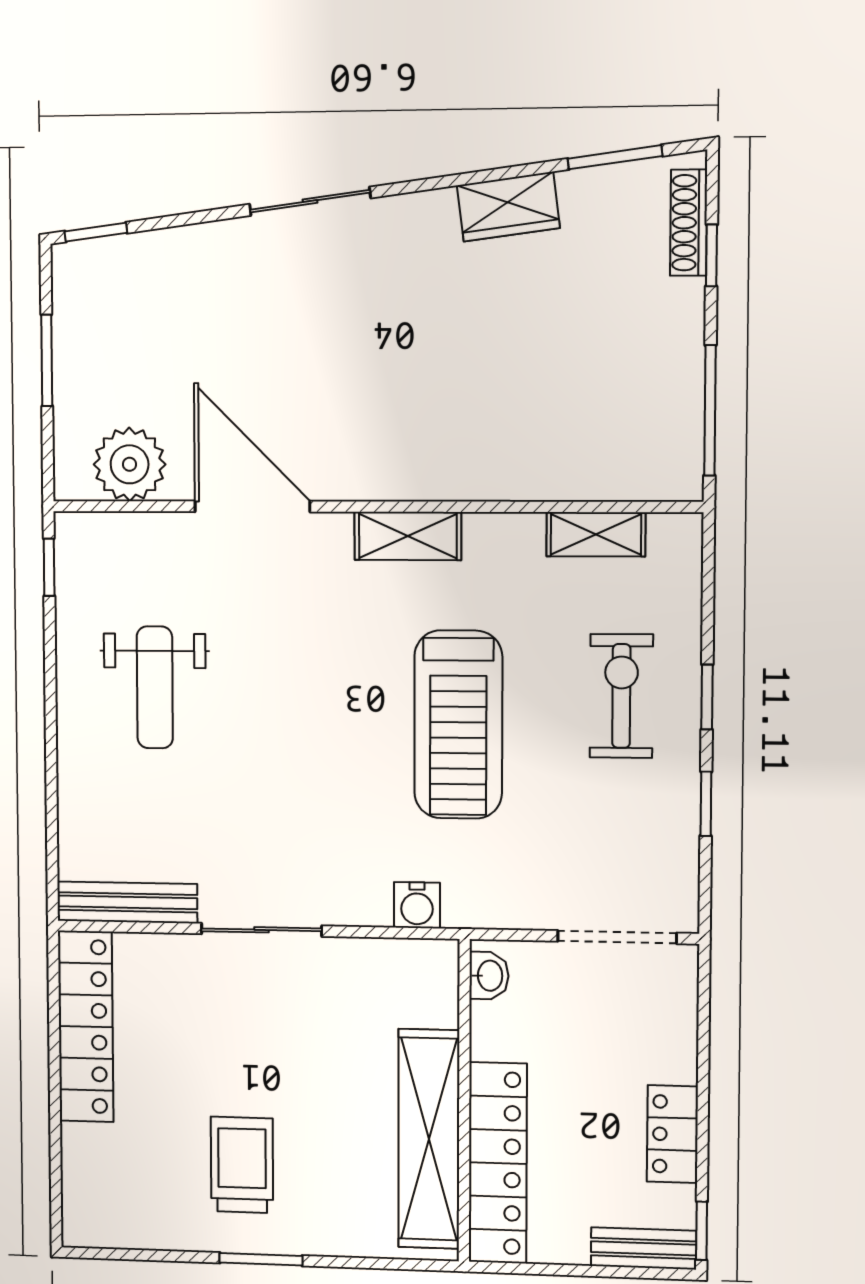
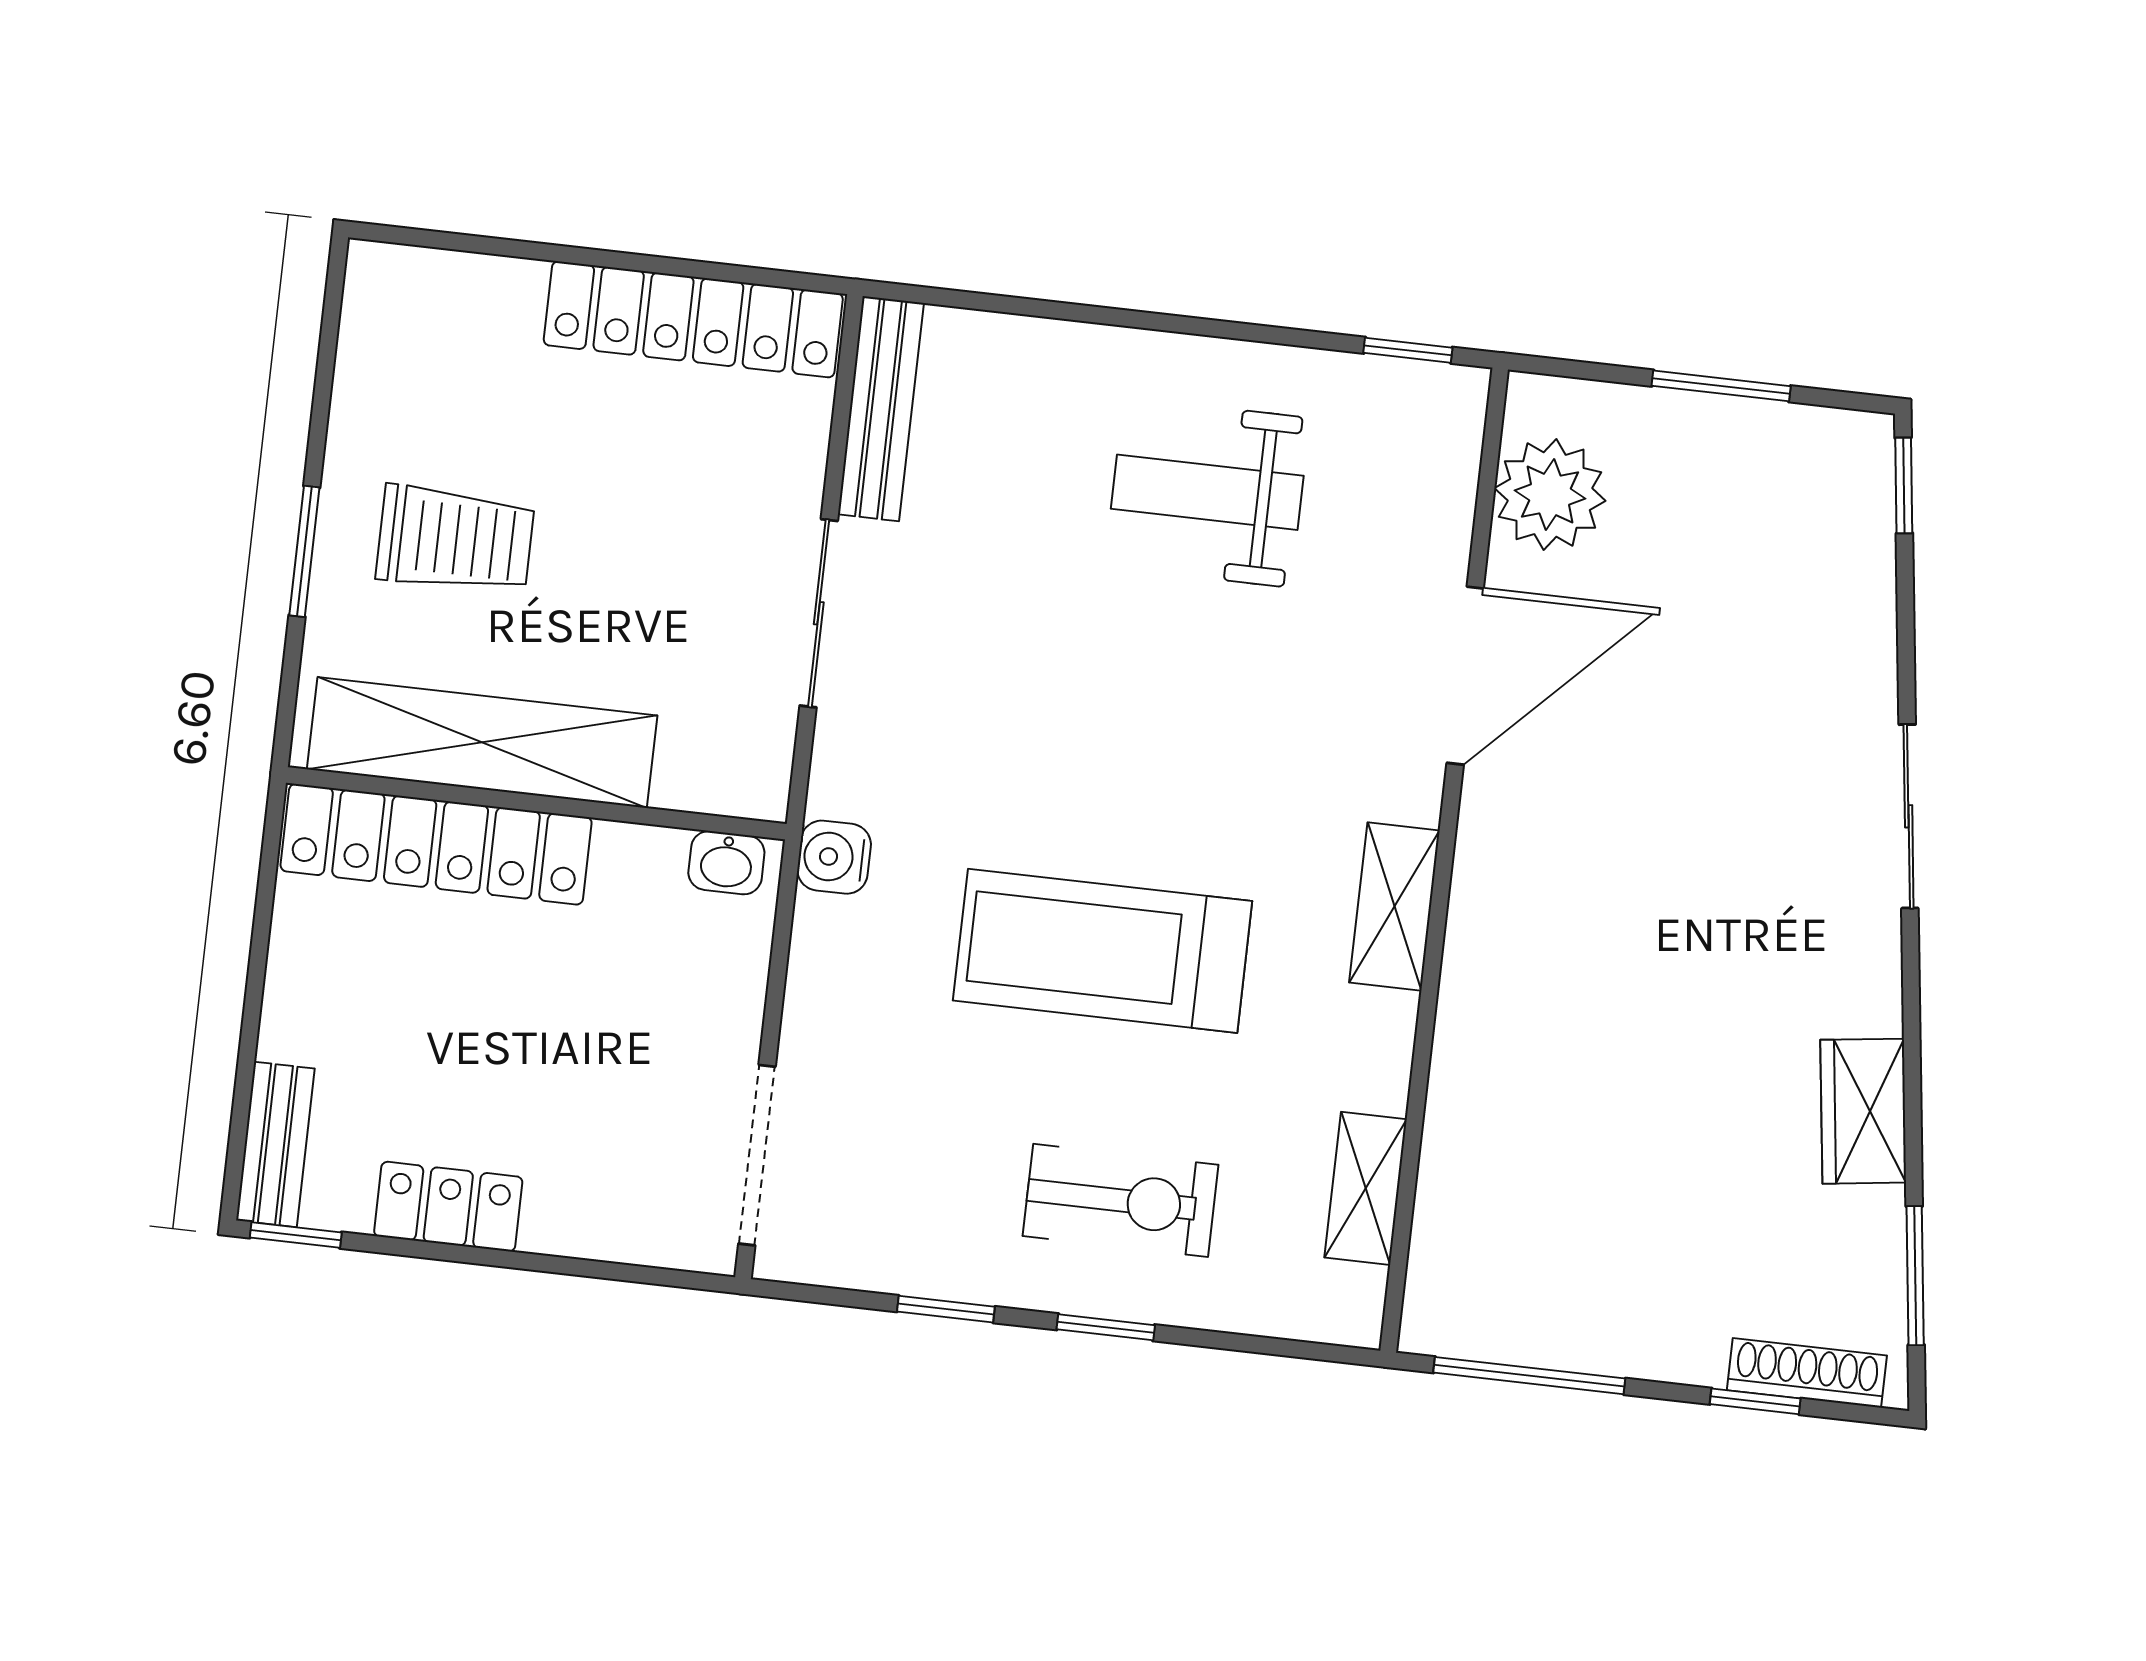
washbasin: (489, 976) -> (726, 863), moved
wall: (464, 1101) -> (536, 803), moved
shelving: (429, 1139) -> (482, 742), moved
locker: (498, 1163) -> (436, 844), moved

